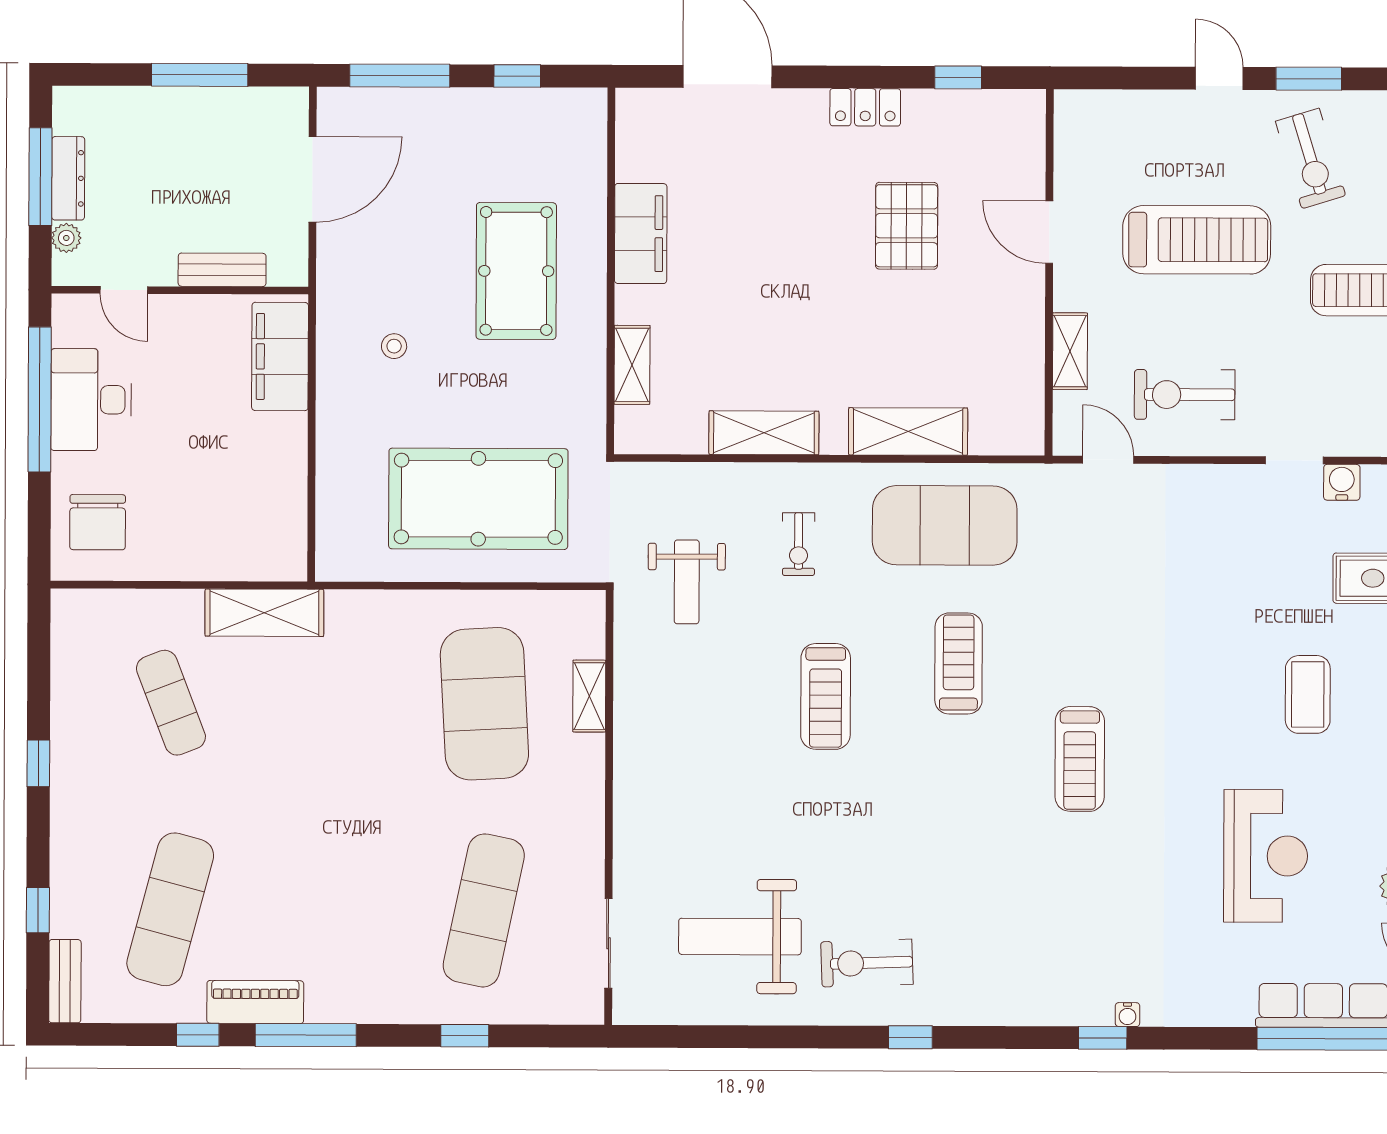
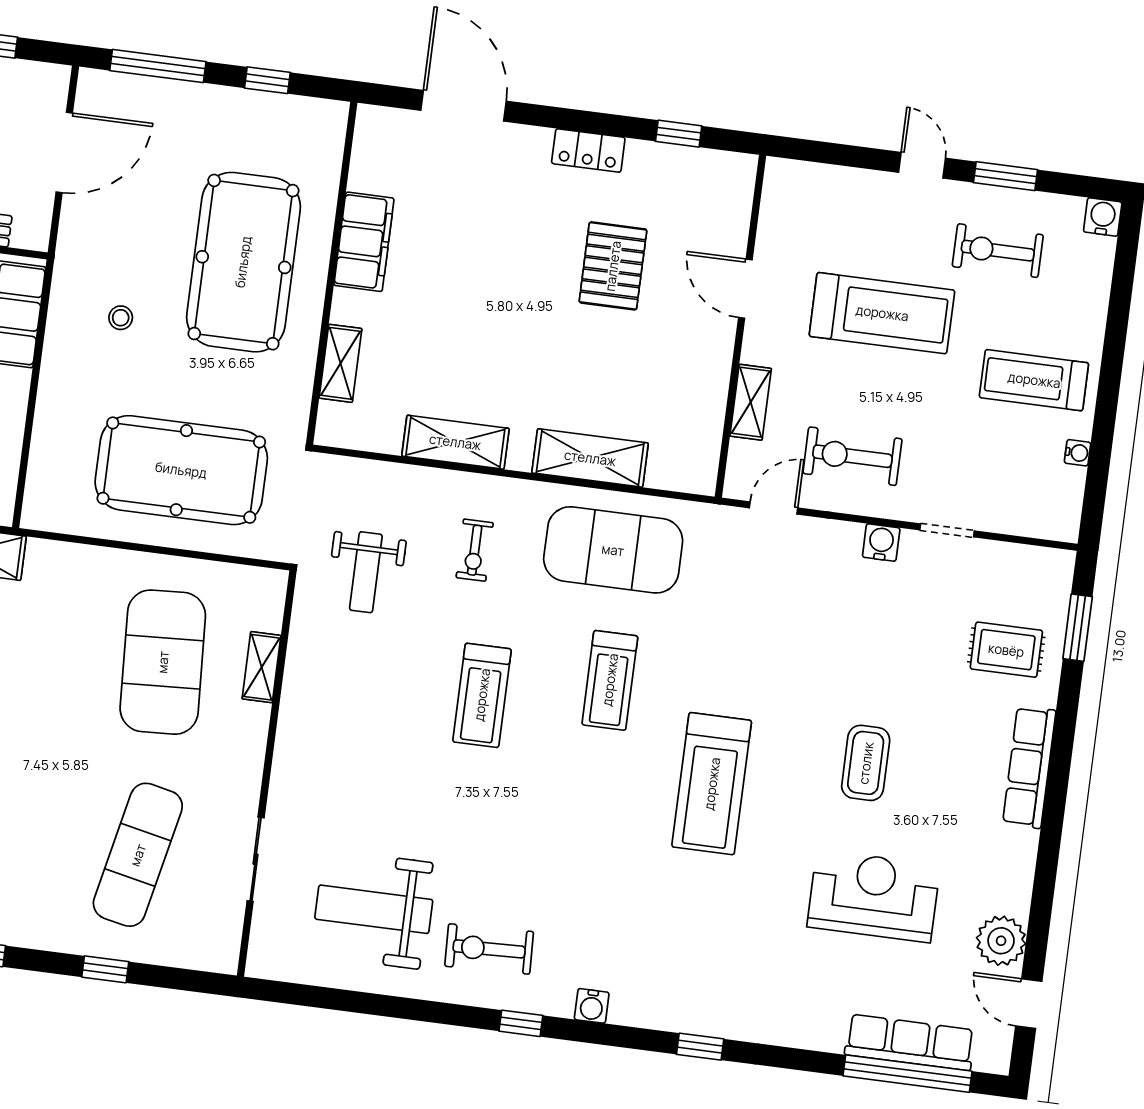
exercise bike: (1311, 158) -> (998, 251), turned 107
pool table: (516, 271) -> (243, 262), width x1.36, depth x1.32
door: (1108, 460) -> (773, 508), hinge flipped
water cooler: (1342, 482) -> (881, 543), moved
treadmill: (959, 663) -> (610, 680), turned 180
coffee table: (1308, 694) -> (866, 763), moved
treadmill: (1080, 759) -> (712, 784), width x1.37, depth x1.38
reception desk: (1266, 856) -> (874, 896), turned -90
sliding door: (608, 943) -> (256, 859), moved
water cooler: (1127, 1015) -> (592, 1006), moved, width x1.38, depth x1.38

